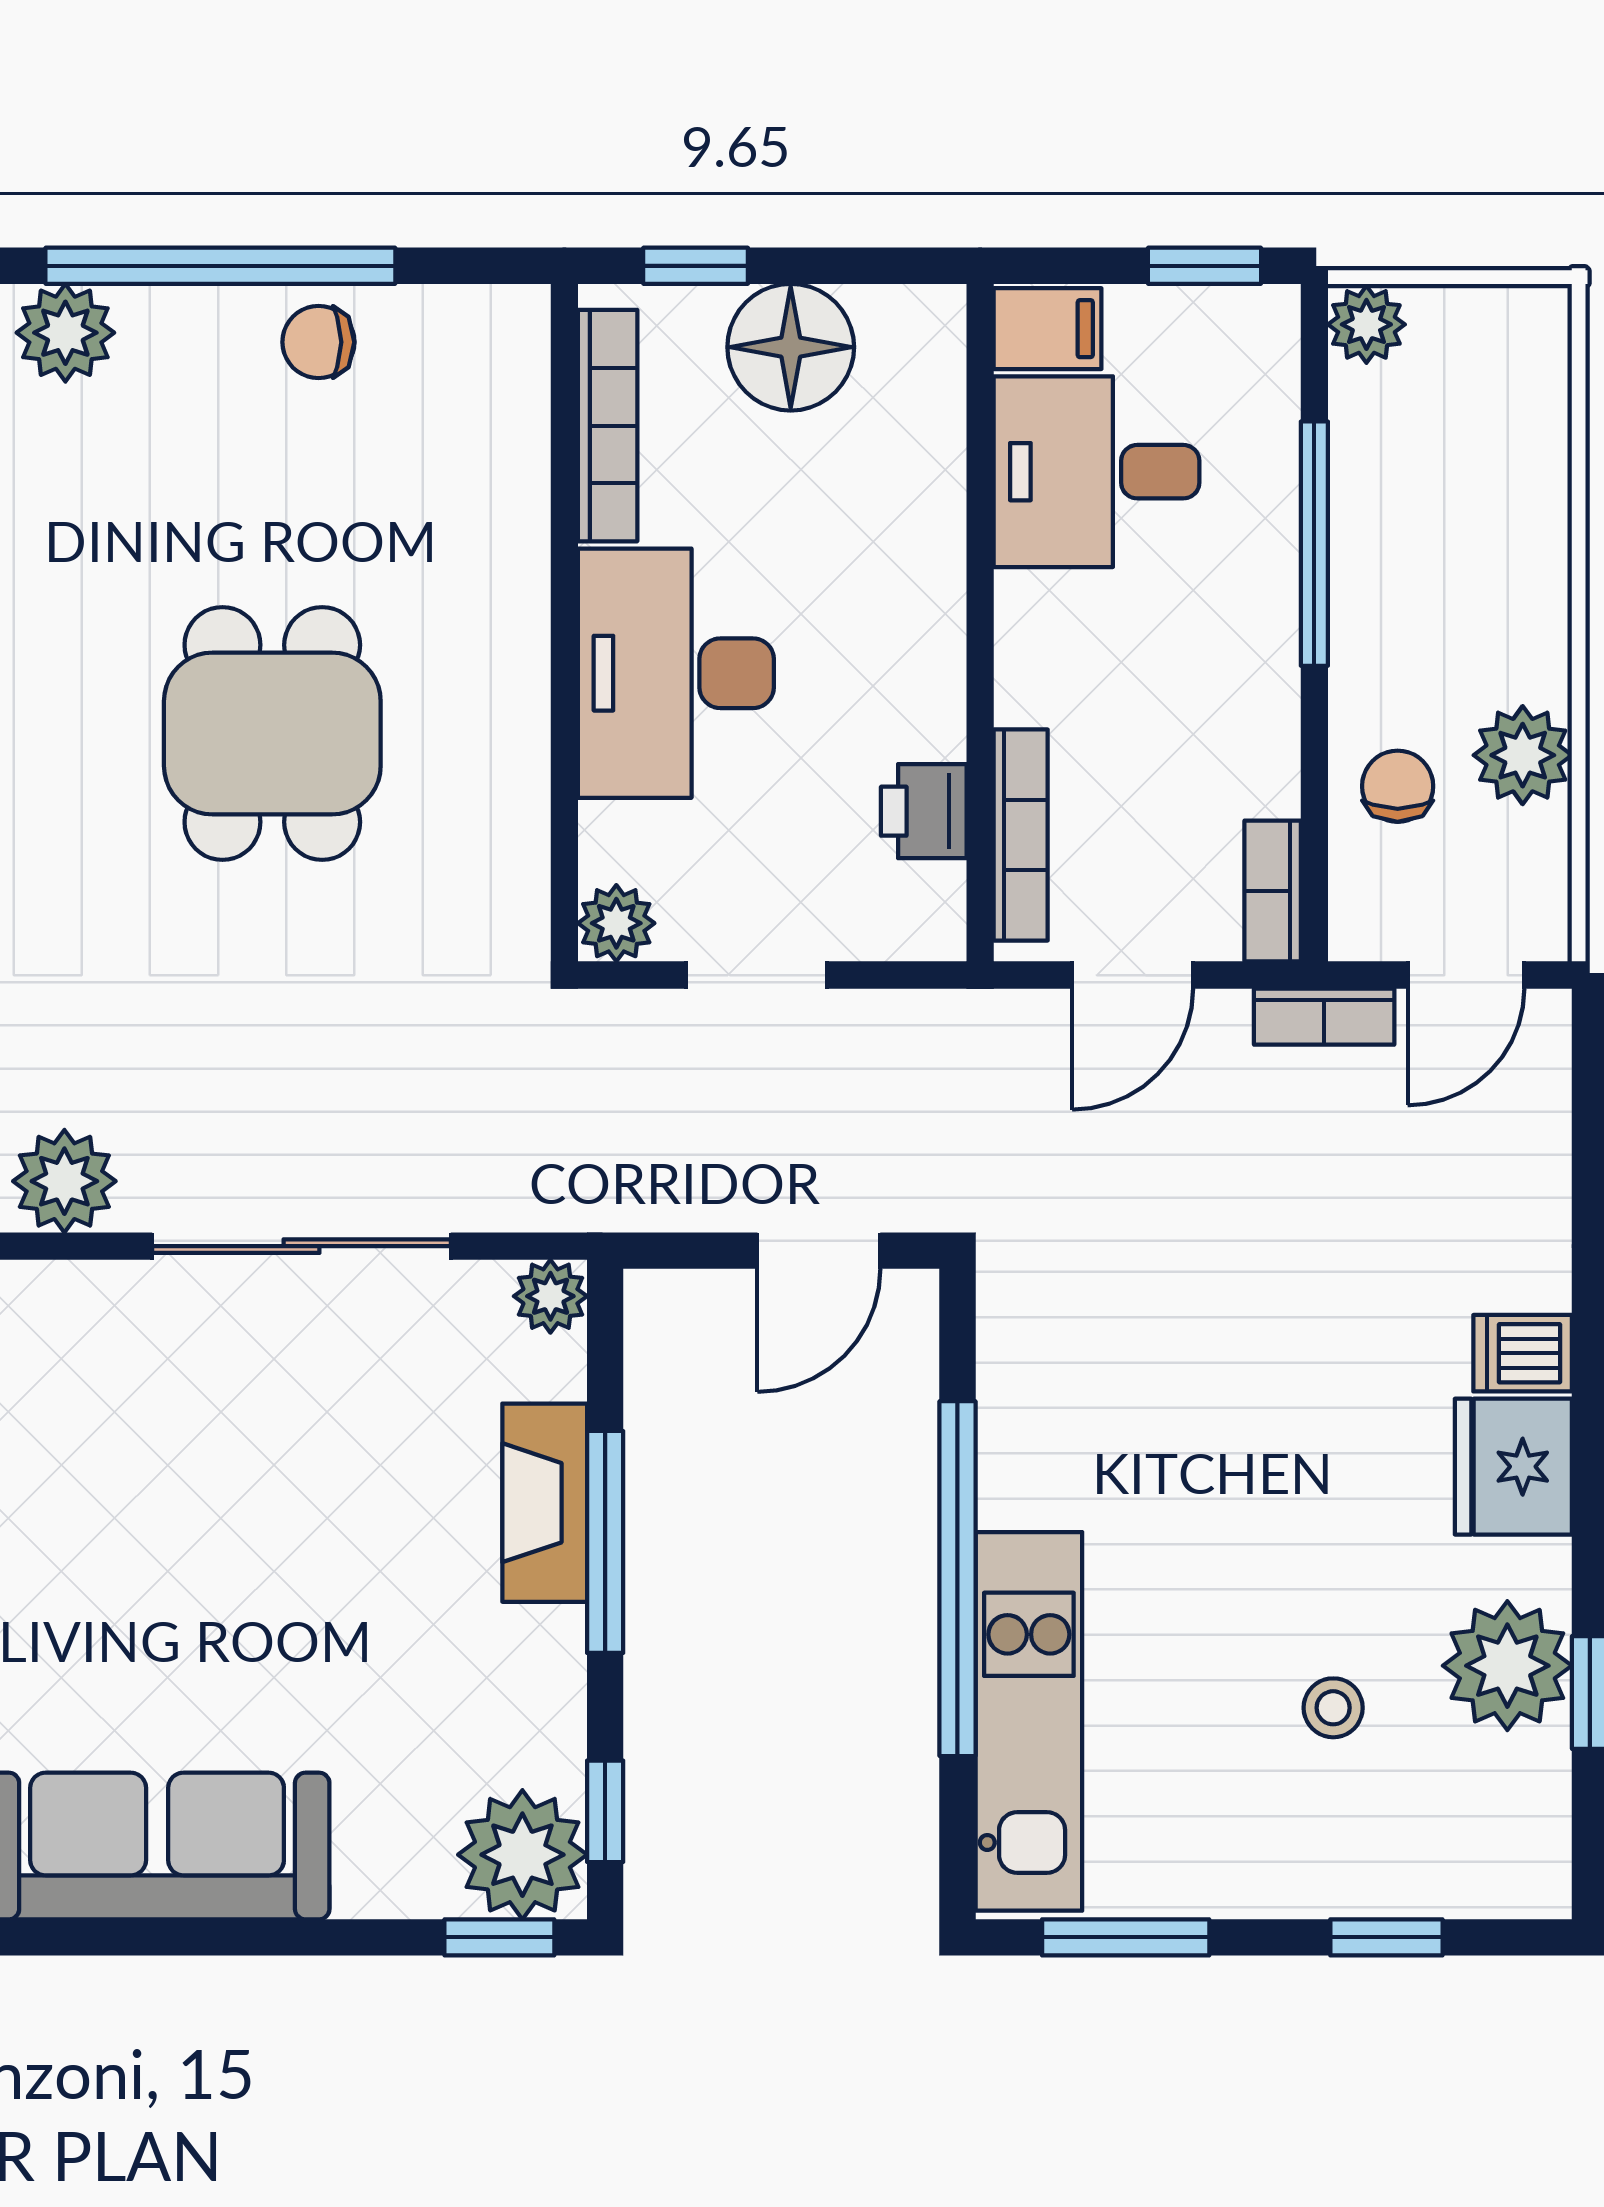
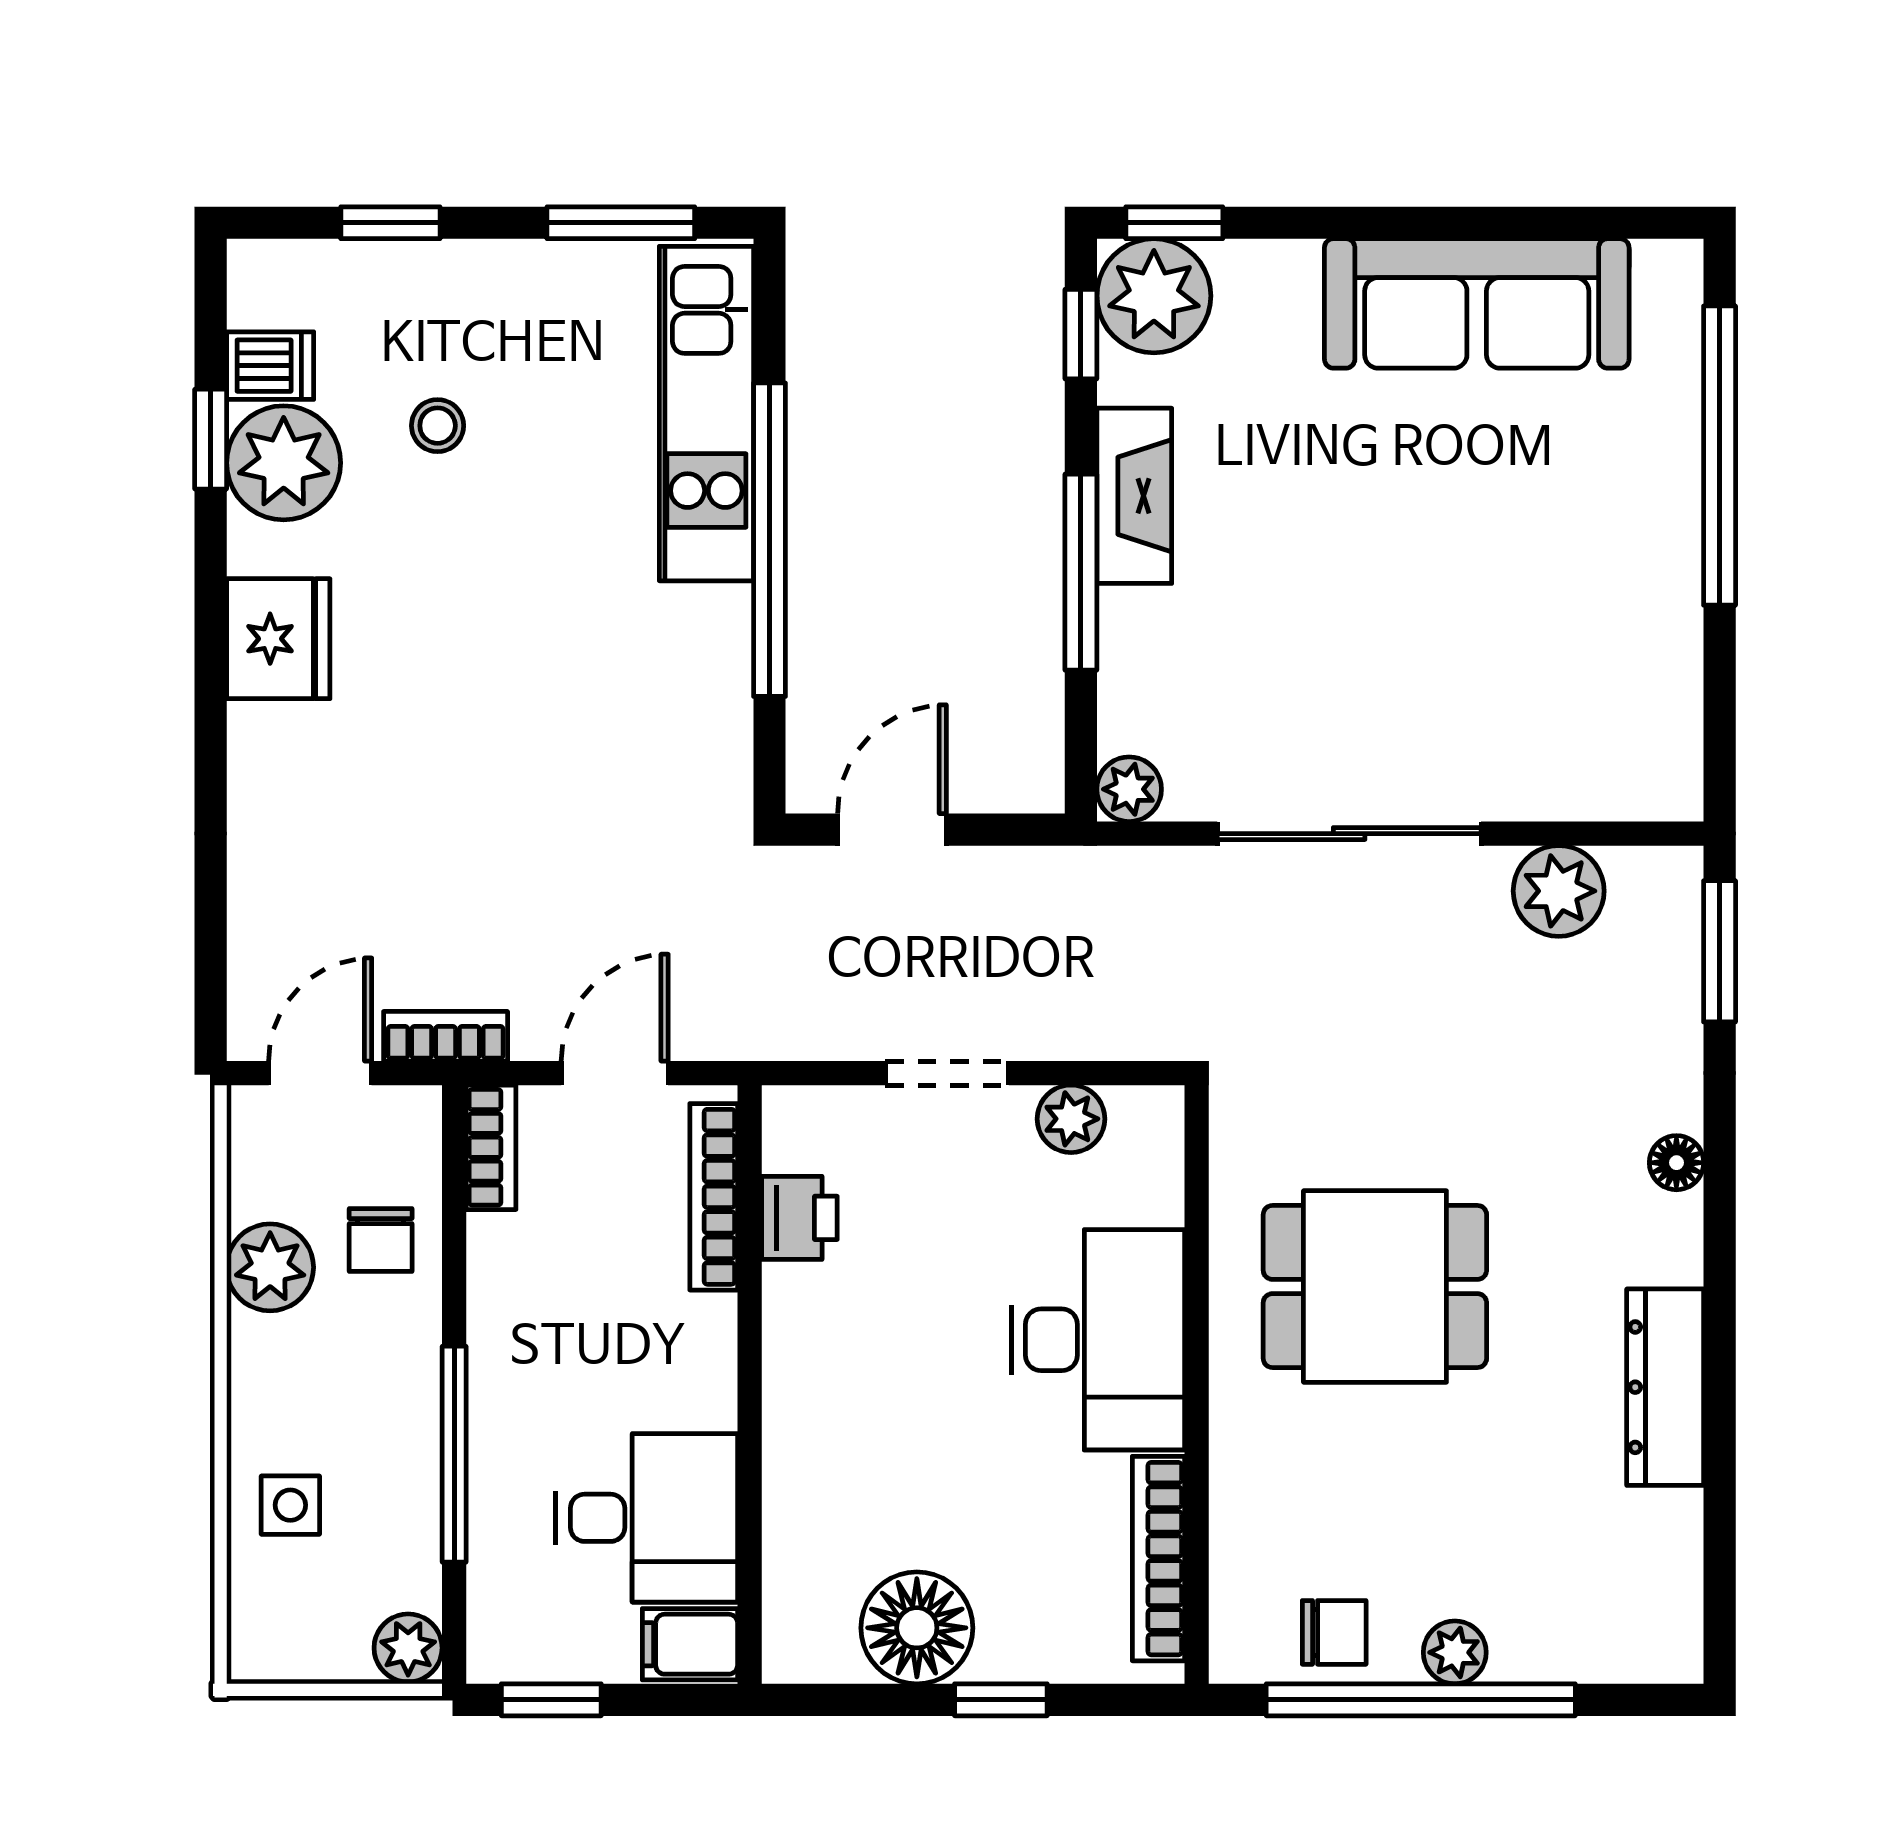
plant: (65, 333) -> (1455, 1652), moved, width x0.73, depth x0.73
bookcase: (608, 426) -> (1158, 1559), moved
side table: (1500, 486) -> (290, 1505), added
wall: (564, 623) -> (1197, 1384), moved
desk: (676, 673) -> (1098, 1340), moved
dining table: (272, 733) -> (1375, 1287), turned 90
dishwasher: (1523, 1353) -> (270, 366), moved
fireplace: (545, 1503) -> (1134, 496), moved

